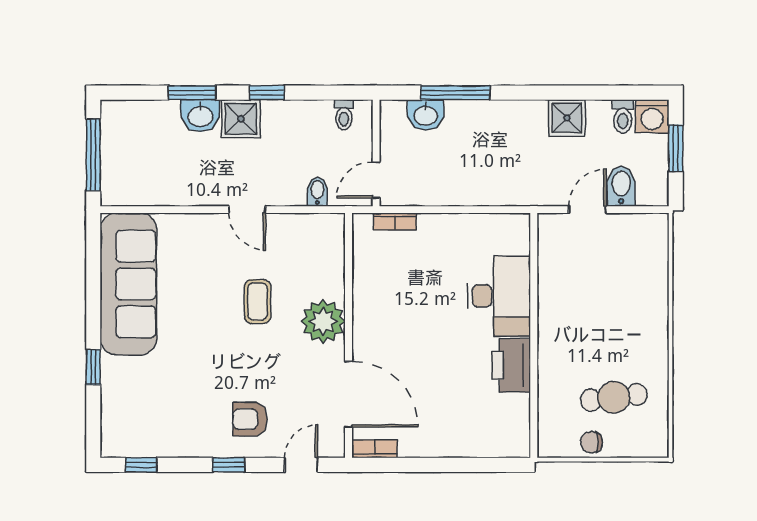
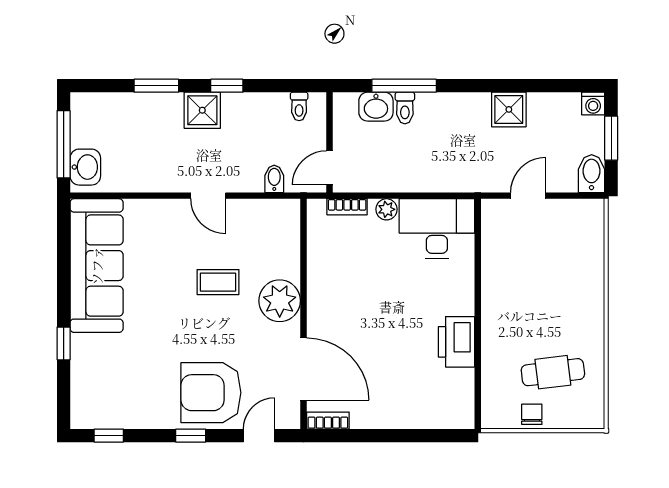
washbasin: (200, 116) -> (85, 167), moved, turned -90
toilet: (623, 116) -> (405, 108), moved
washing machine: (652, 116) -> (593, 104), width x0.73, depth x0.73
bidet: (621, 186) -> (592, 174), moved
plant: (437, 224) -> (386, 209), added
desk: (499, 296) -> (437, 228), moved, turned -90
coffee table: (258, 302) -> (218, 282), turned 90
armchair: (250, 419) -> (211, 393), width x1.88, depth x1.88
chair: (591, 442) -> (532, 414), turned 90

